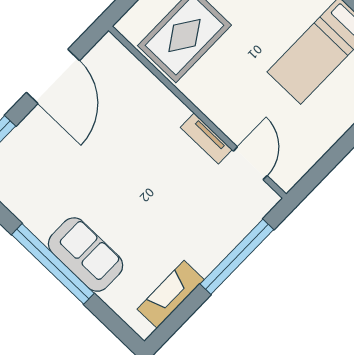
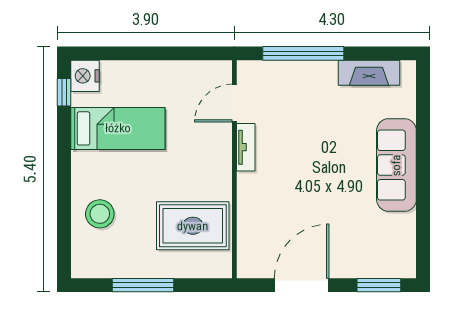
sofa: (86, 255) -> (396, 165), width x1.36
window: (53, 264) -> (423, 168), removed

